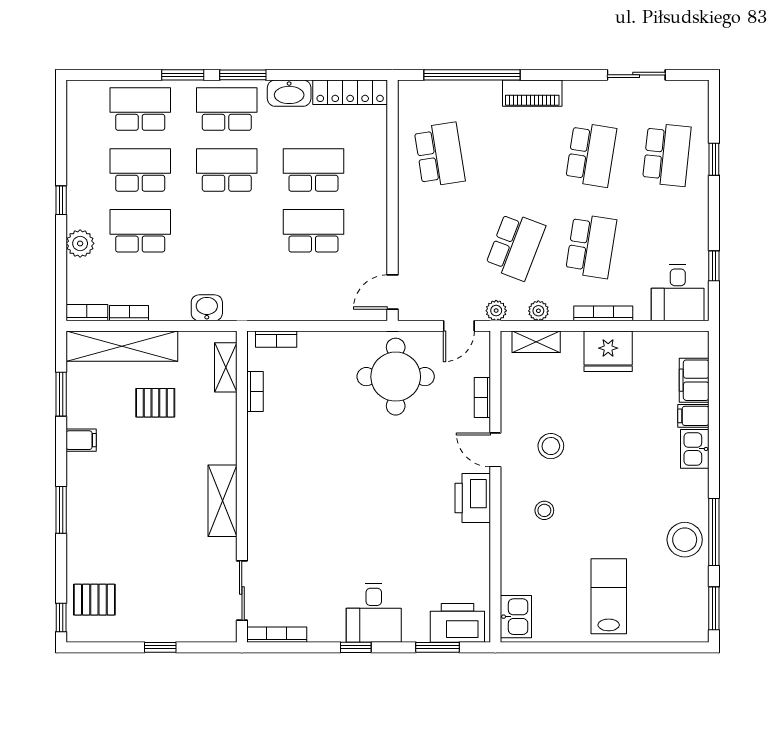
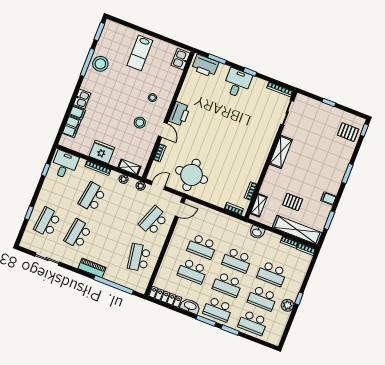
school desk: (227, 231) -> (237, 260), added
plant: (80, 243) -> (288, 305), moved
school desk: (515, 246) -> (153, 221), moved

